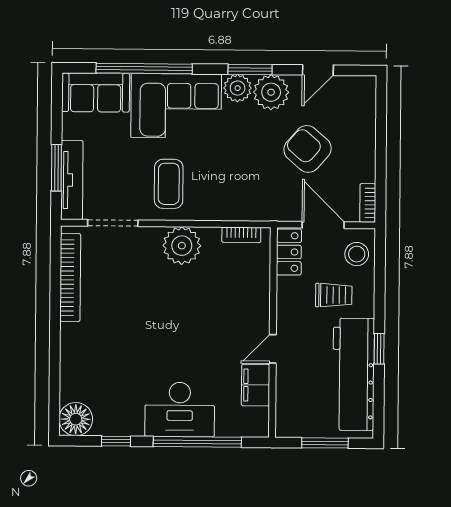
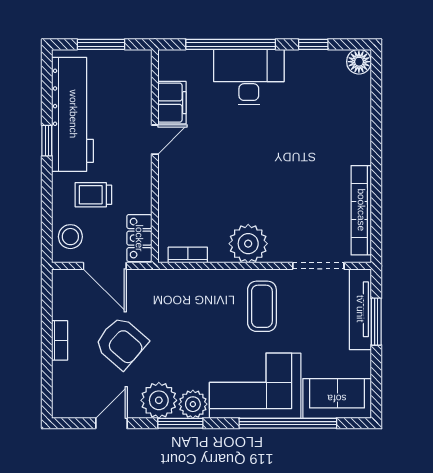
bookcase: (368, 203) -> (60, 340), moved
floor lamp: (76, 419) -> (359, 62), width x0.73, depth x0.73

